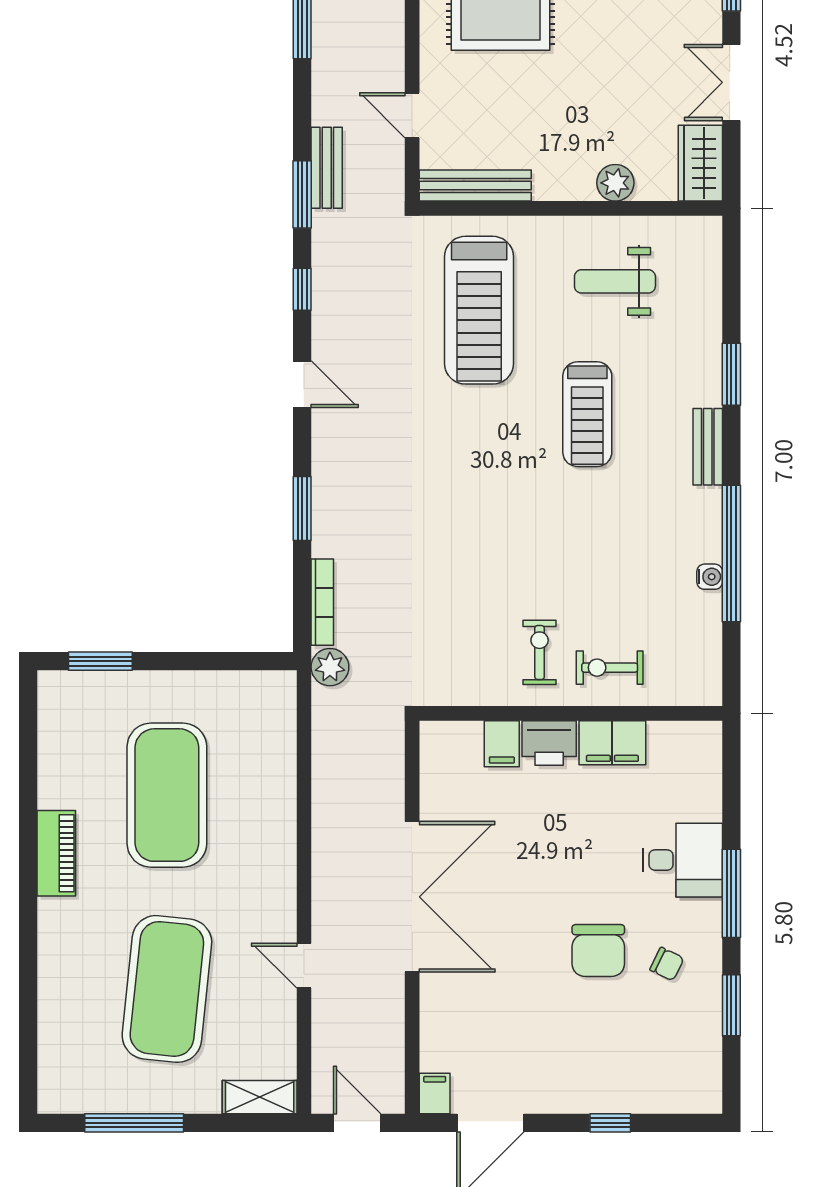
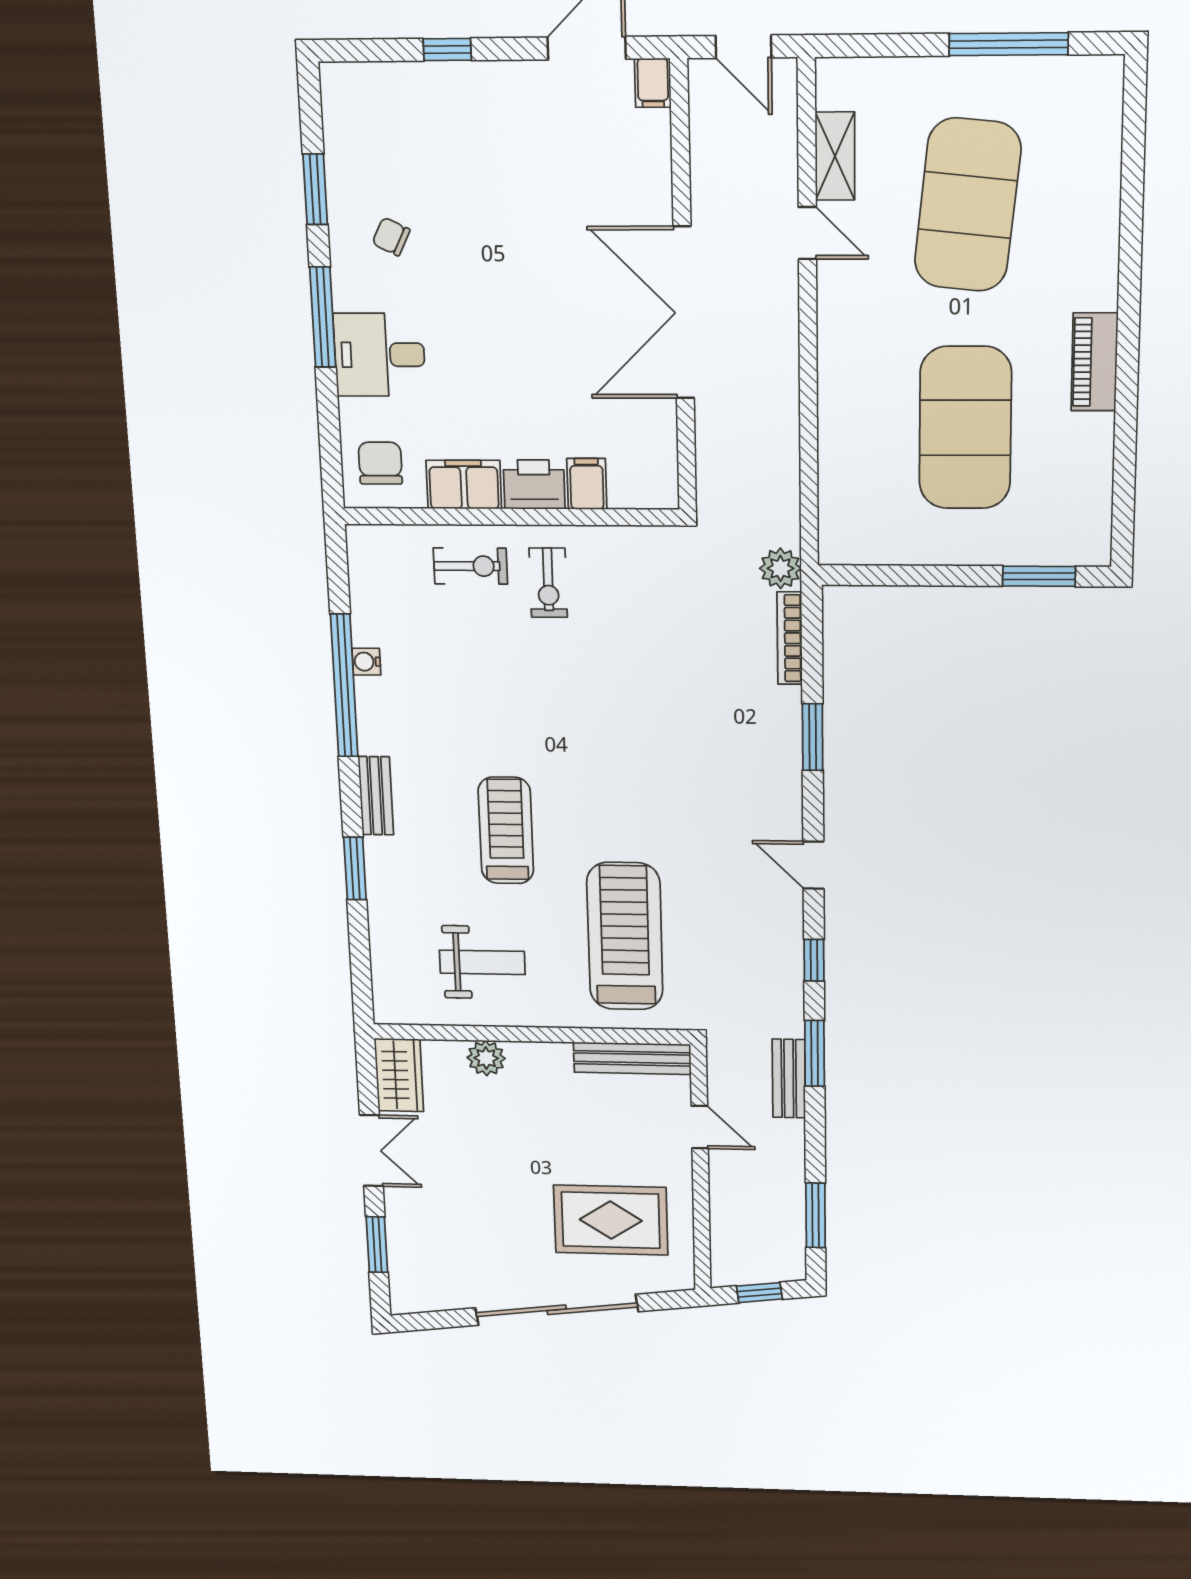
chair: (598, 951) -> (380, 463), moved, width x0.73, depth x0.73
shelving: (260, 1097) -> (835, 156), moved, turned 90

